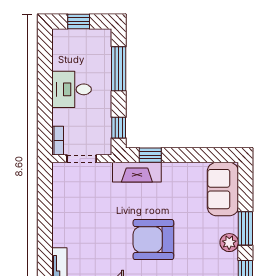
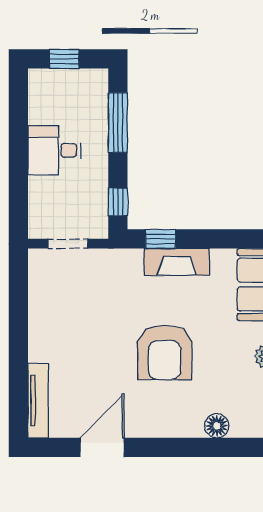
bookcase: (58, 141) -> (36, 219), removed
fireplace: (137, 172) -> (177, 262), moved
armchair: (153, 240) -> (165, 352), turned -90

